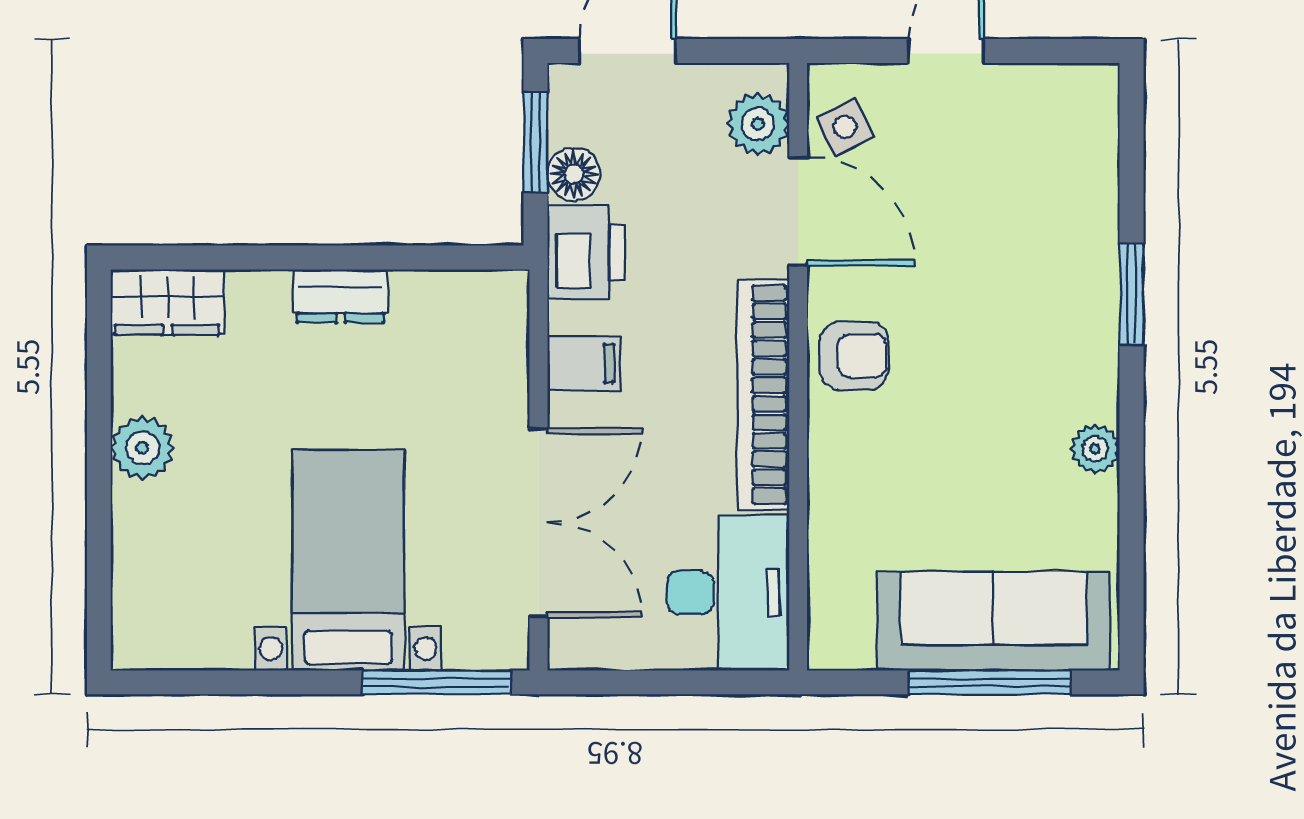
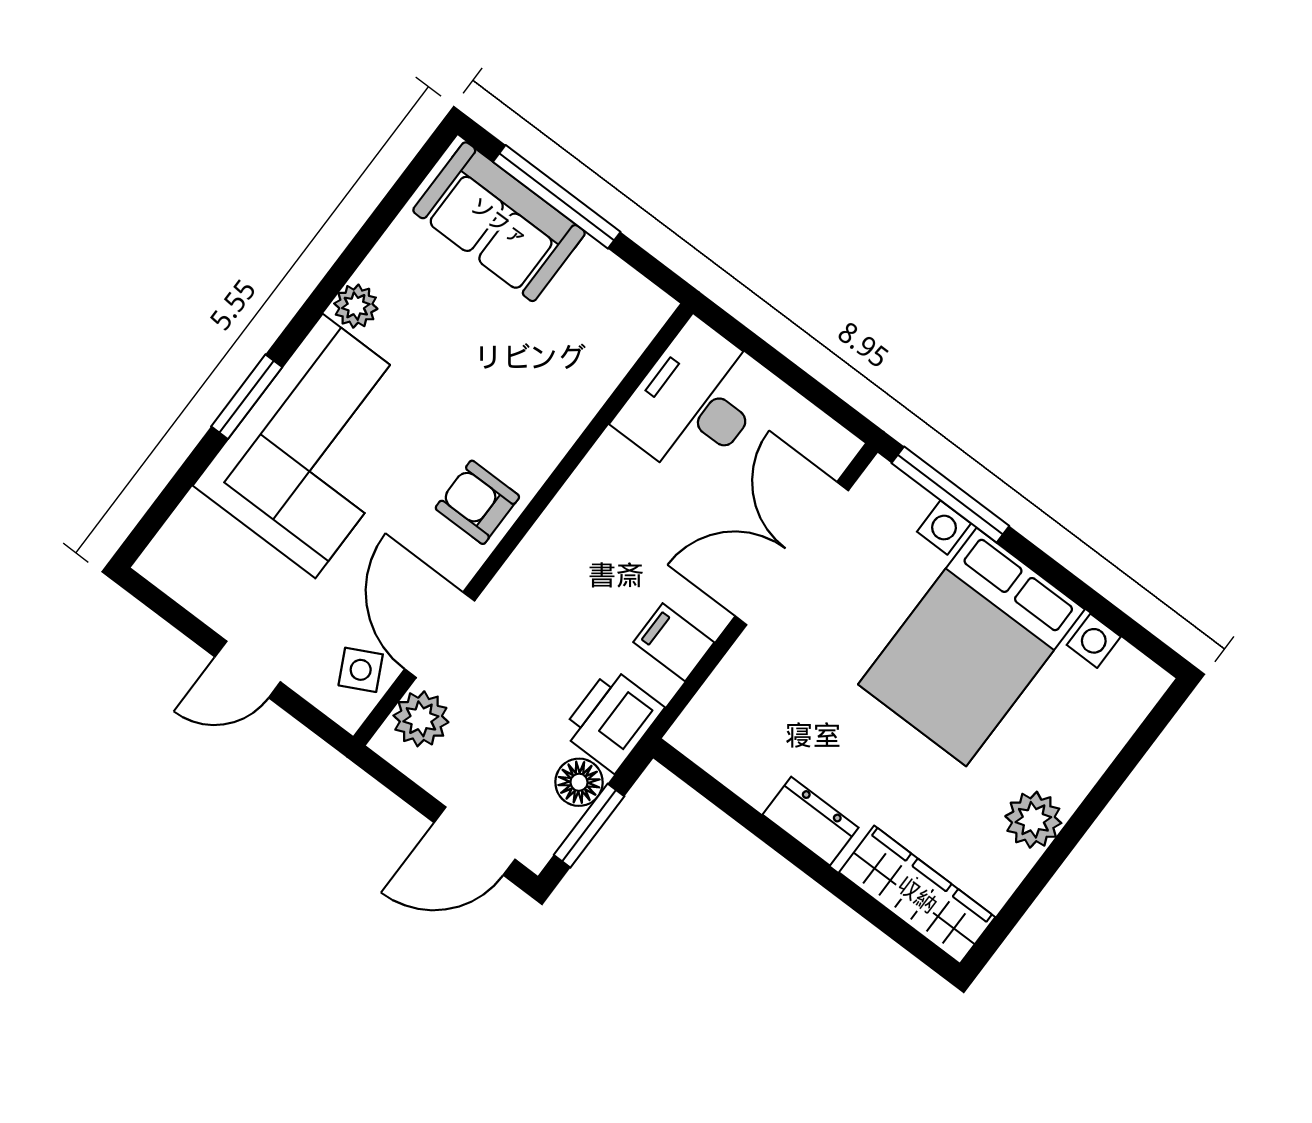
corner sofa: (1034, 299) -> (319, 446), added
wardrobe: (167, 302) -> (917, 895), width x1.50
bookcase: (763, 395) -> (563, 524), removed
bed with nightstands: (348, 560) -> (971, 647), width x1.36
sofa: (993, 621) -> (499, 222), width x0.73

